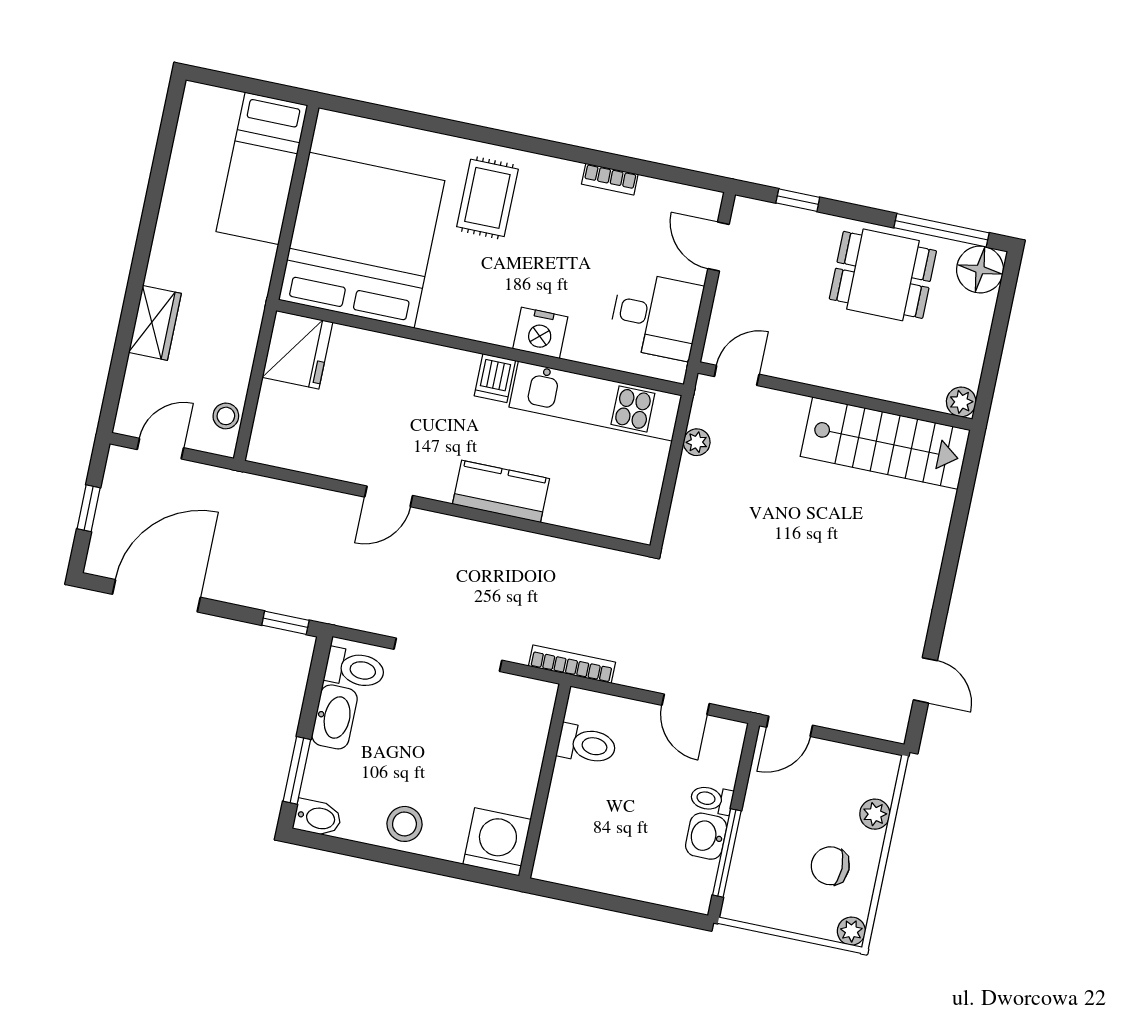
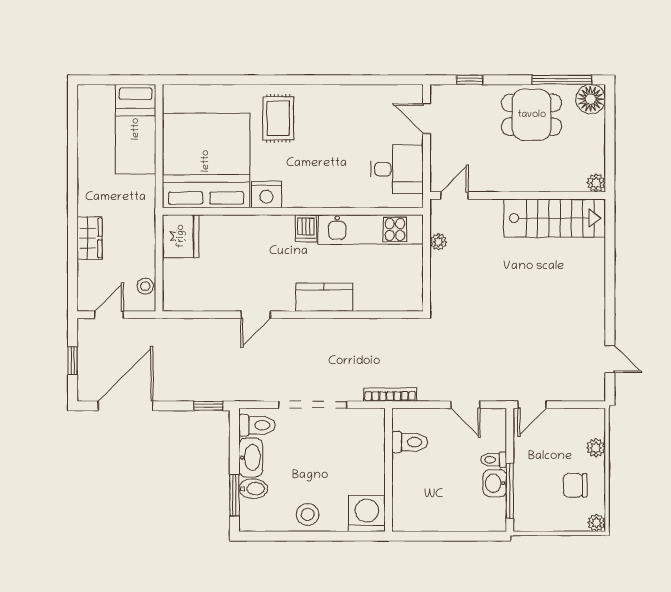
bookcase: (610, 179) -> (351, 91), removed
nightstand: (540, 333) -> (266, 195), moved
bidet: (317, 818) -> (253, 489), moved

